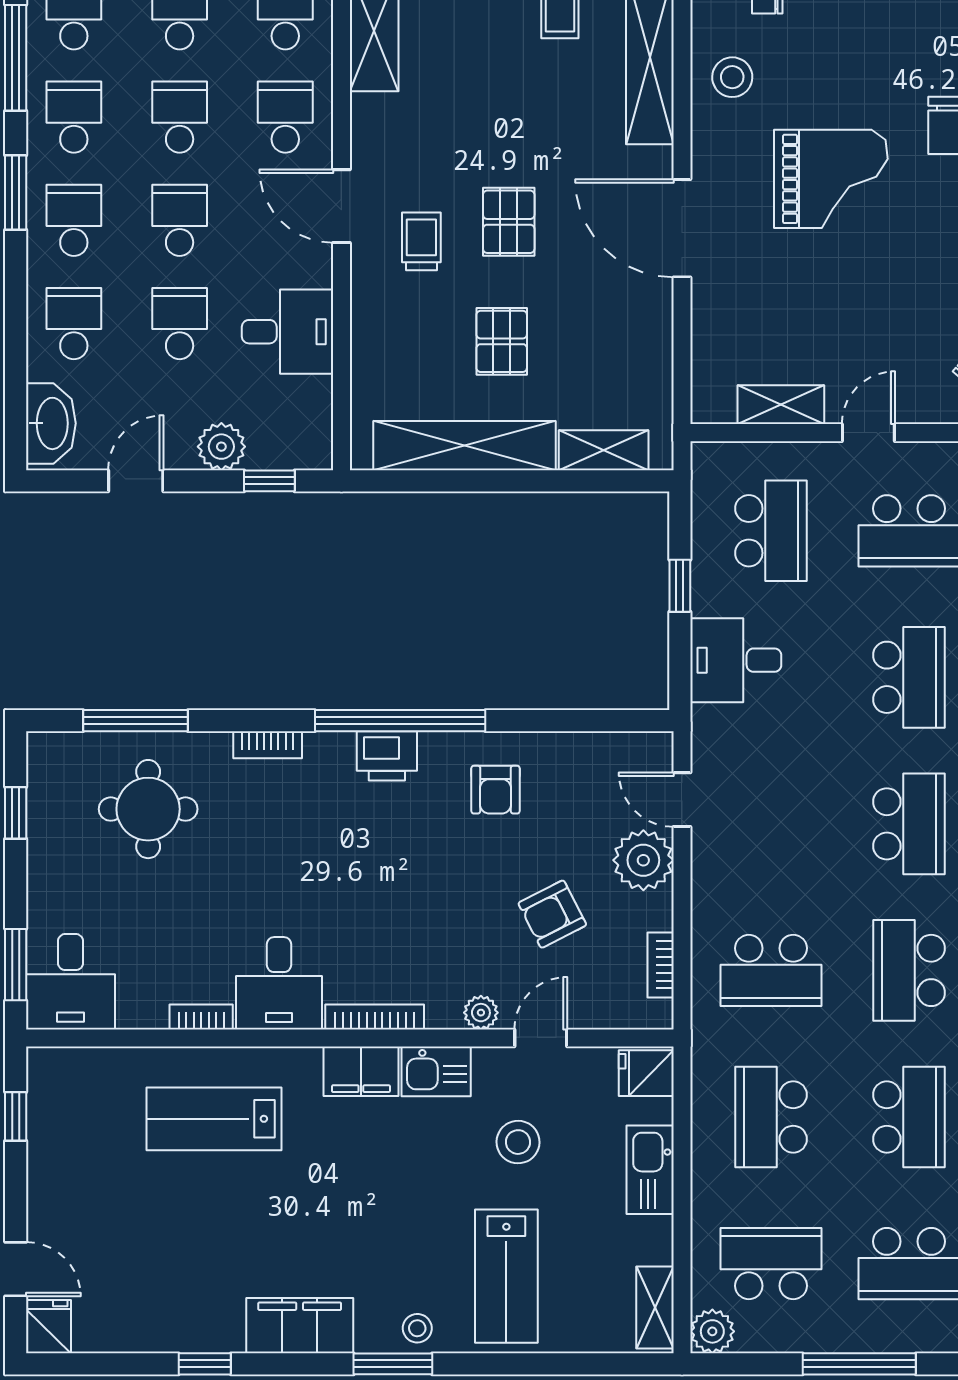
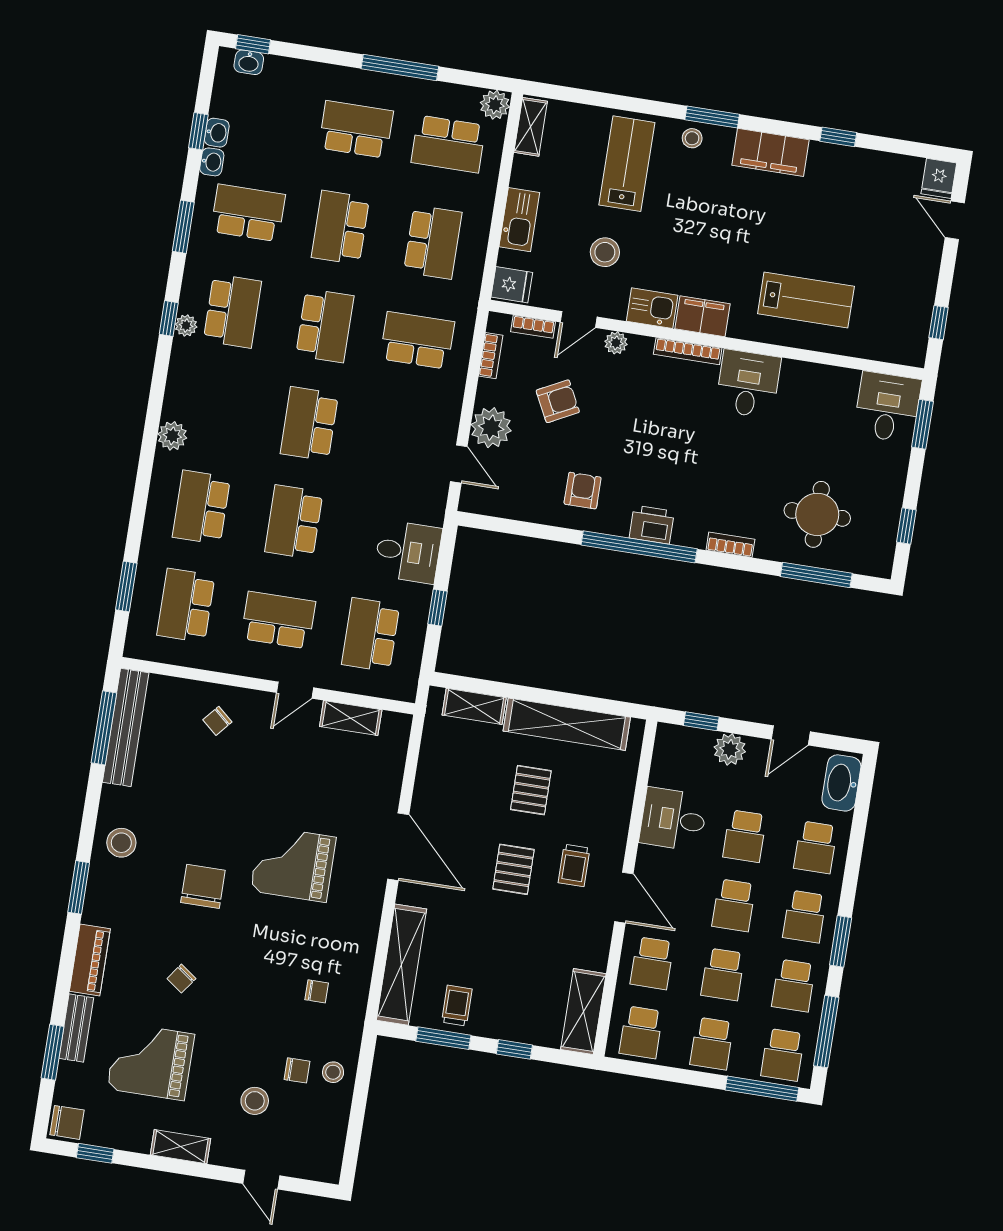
stool: (732, 77) -> (348, 943), removed
bookcase: (201, 1017) -> (533, 327), moved

